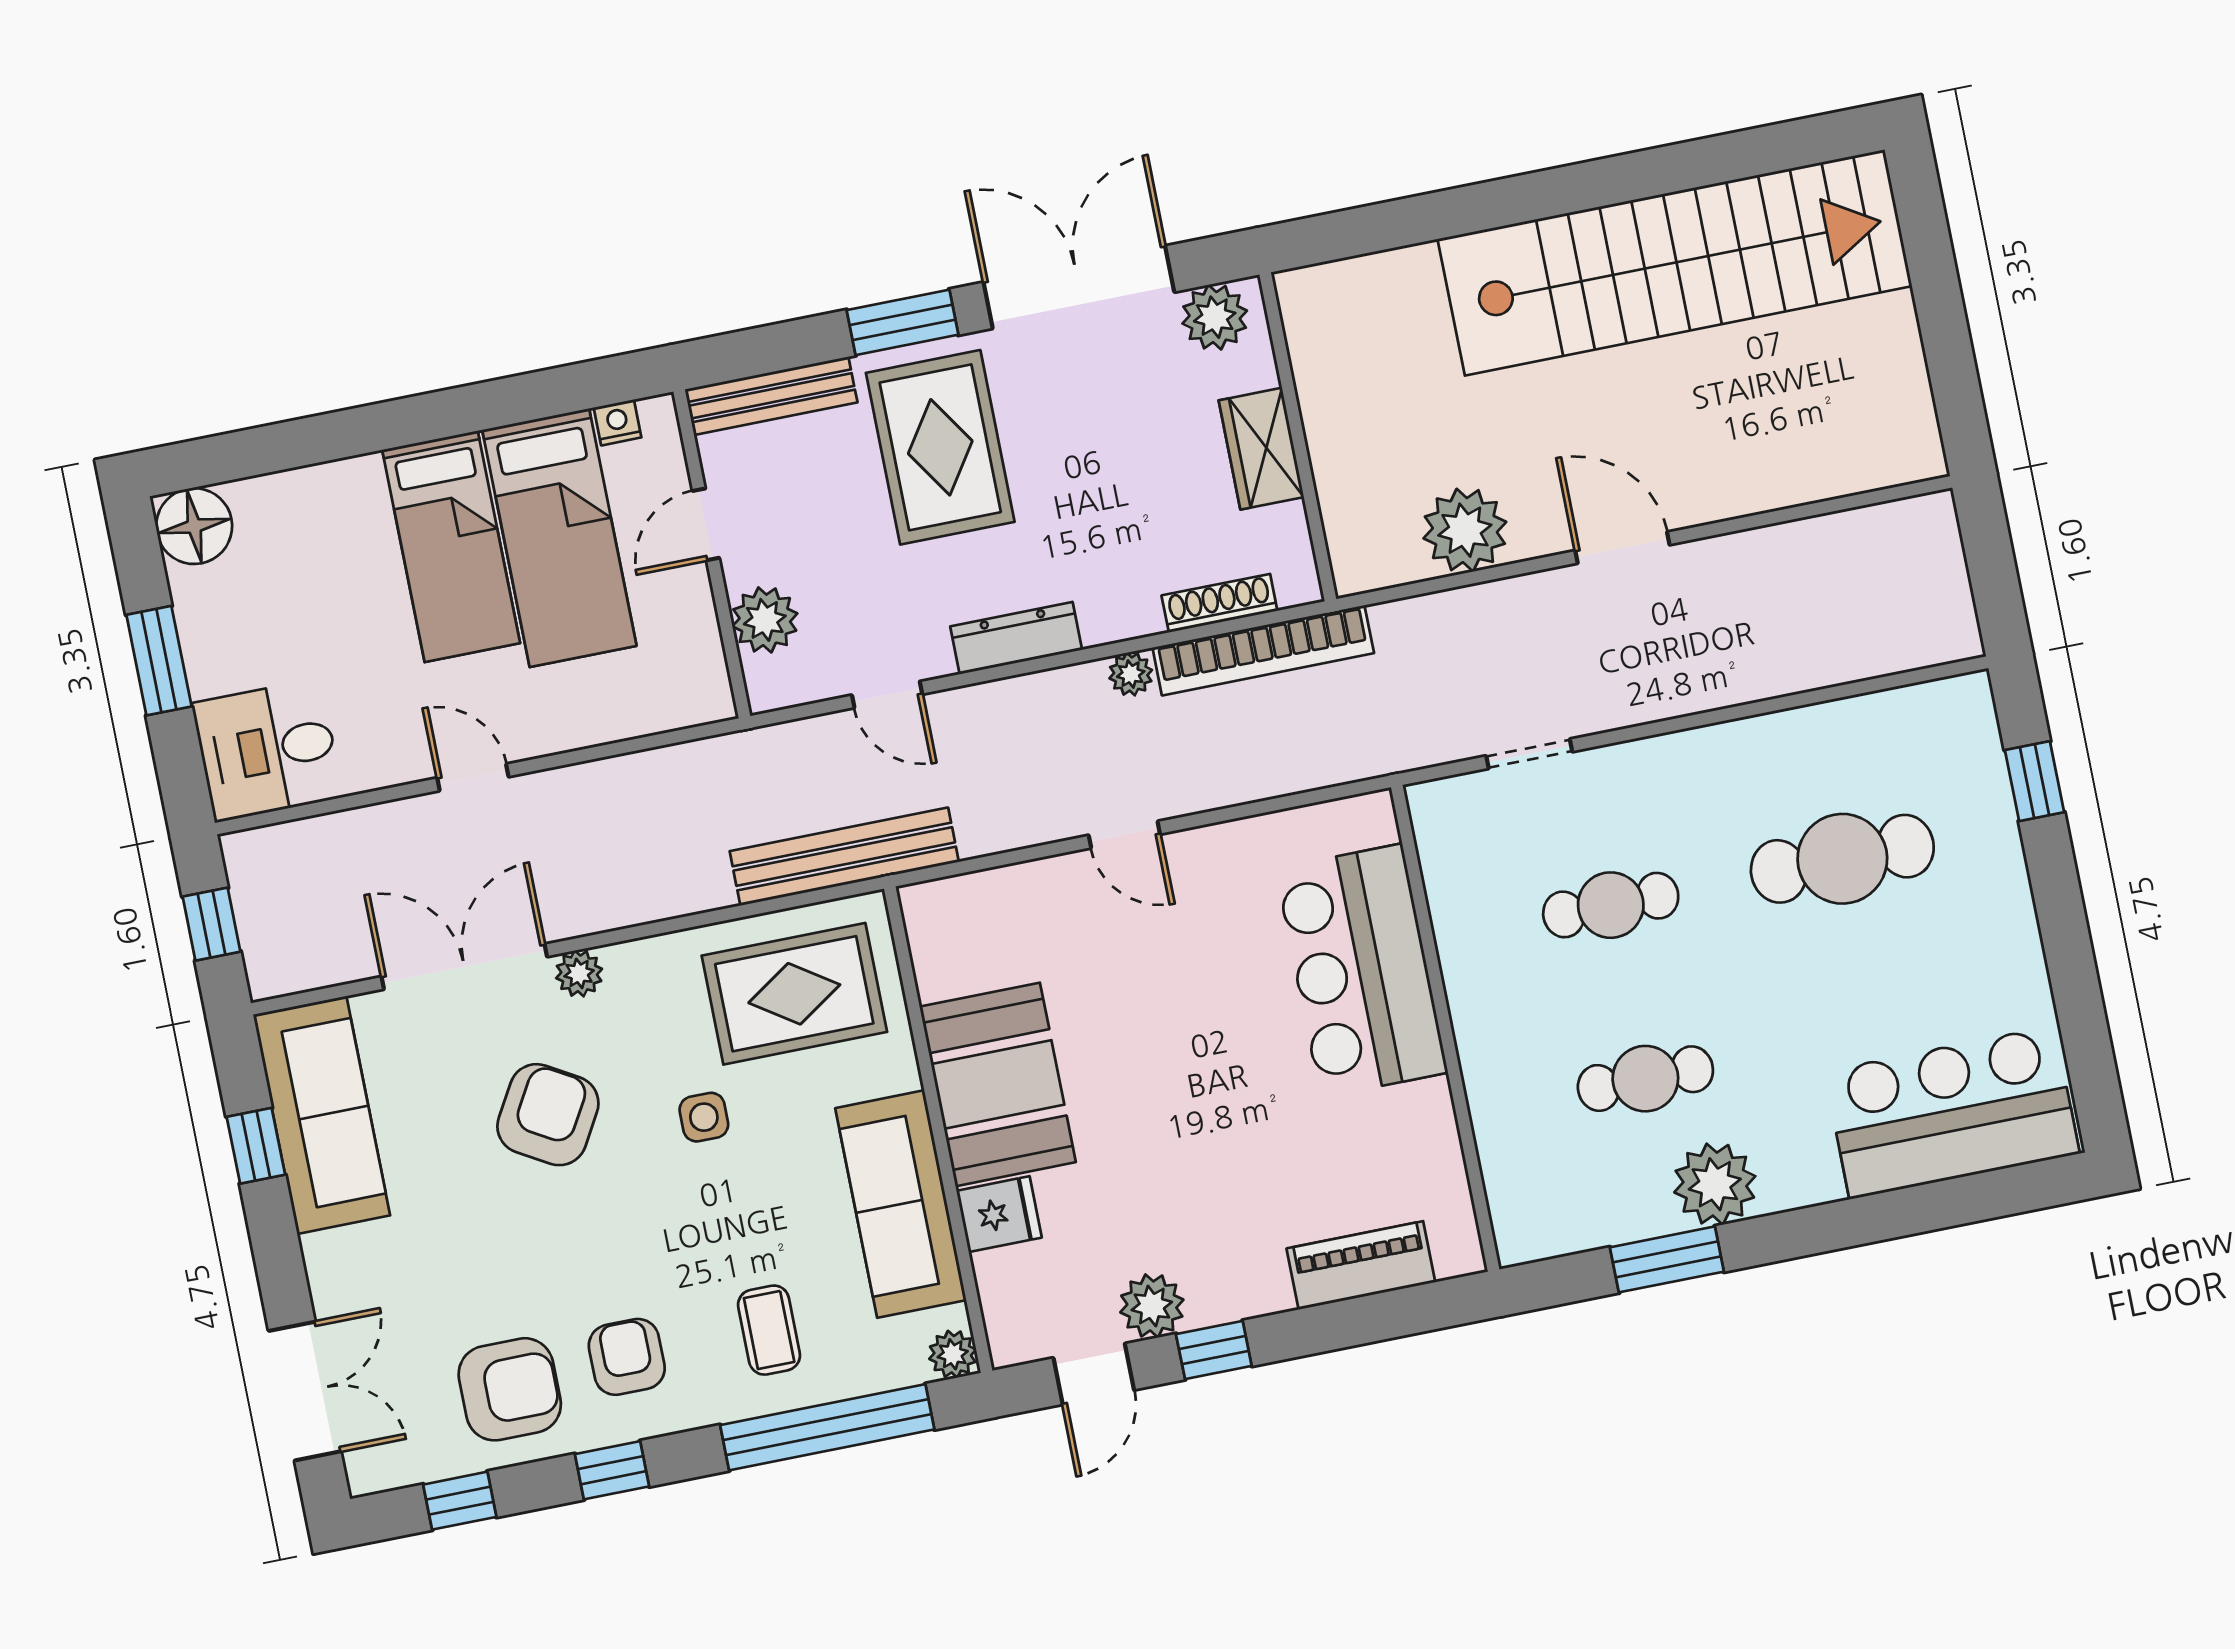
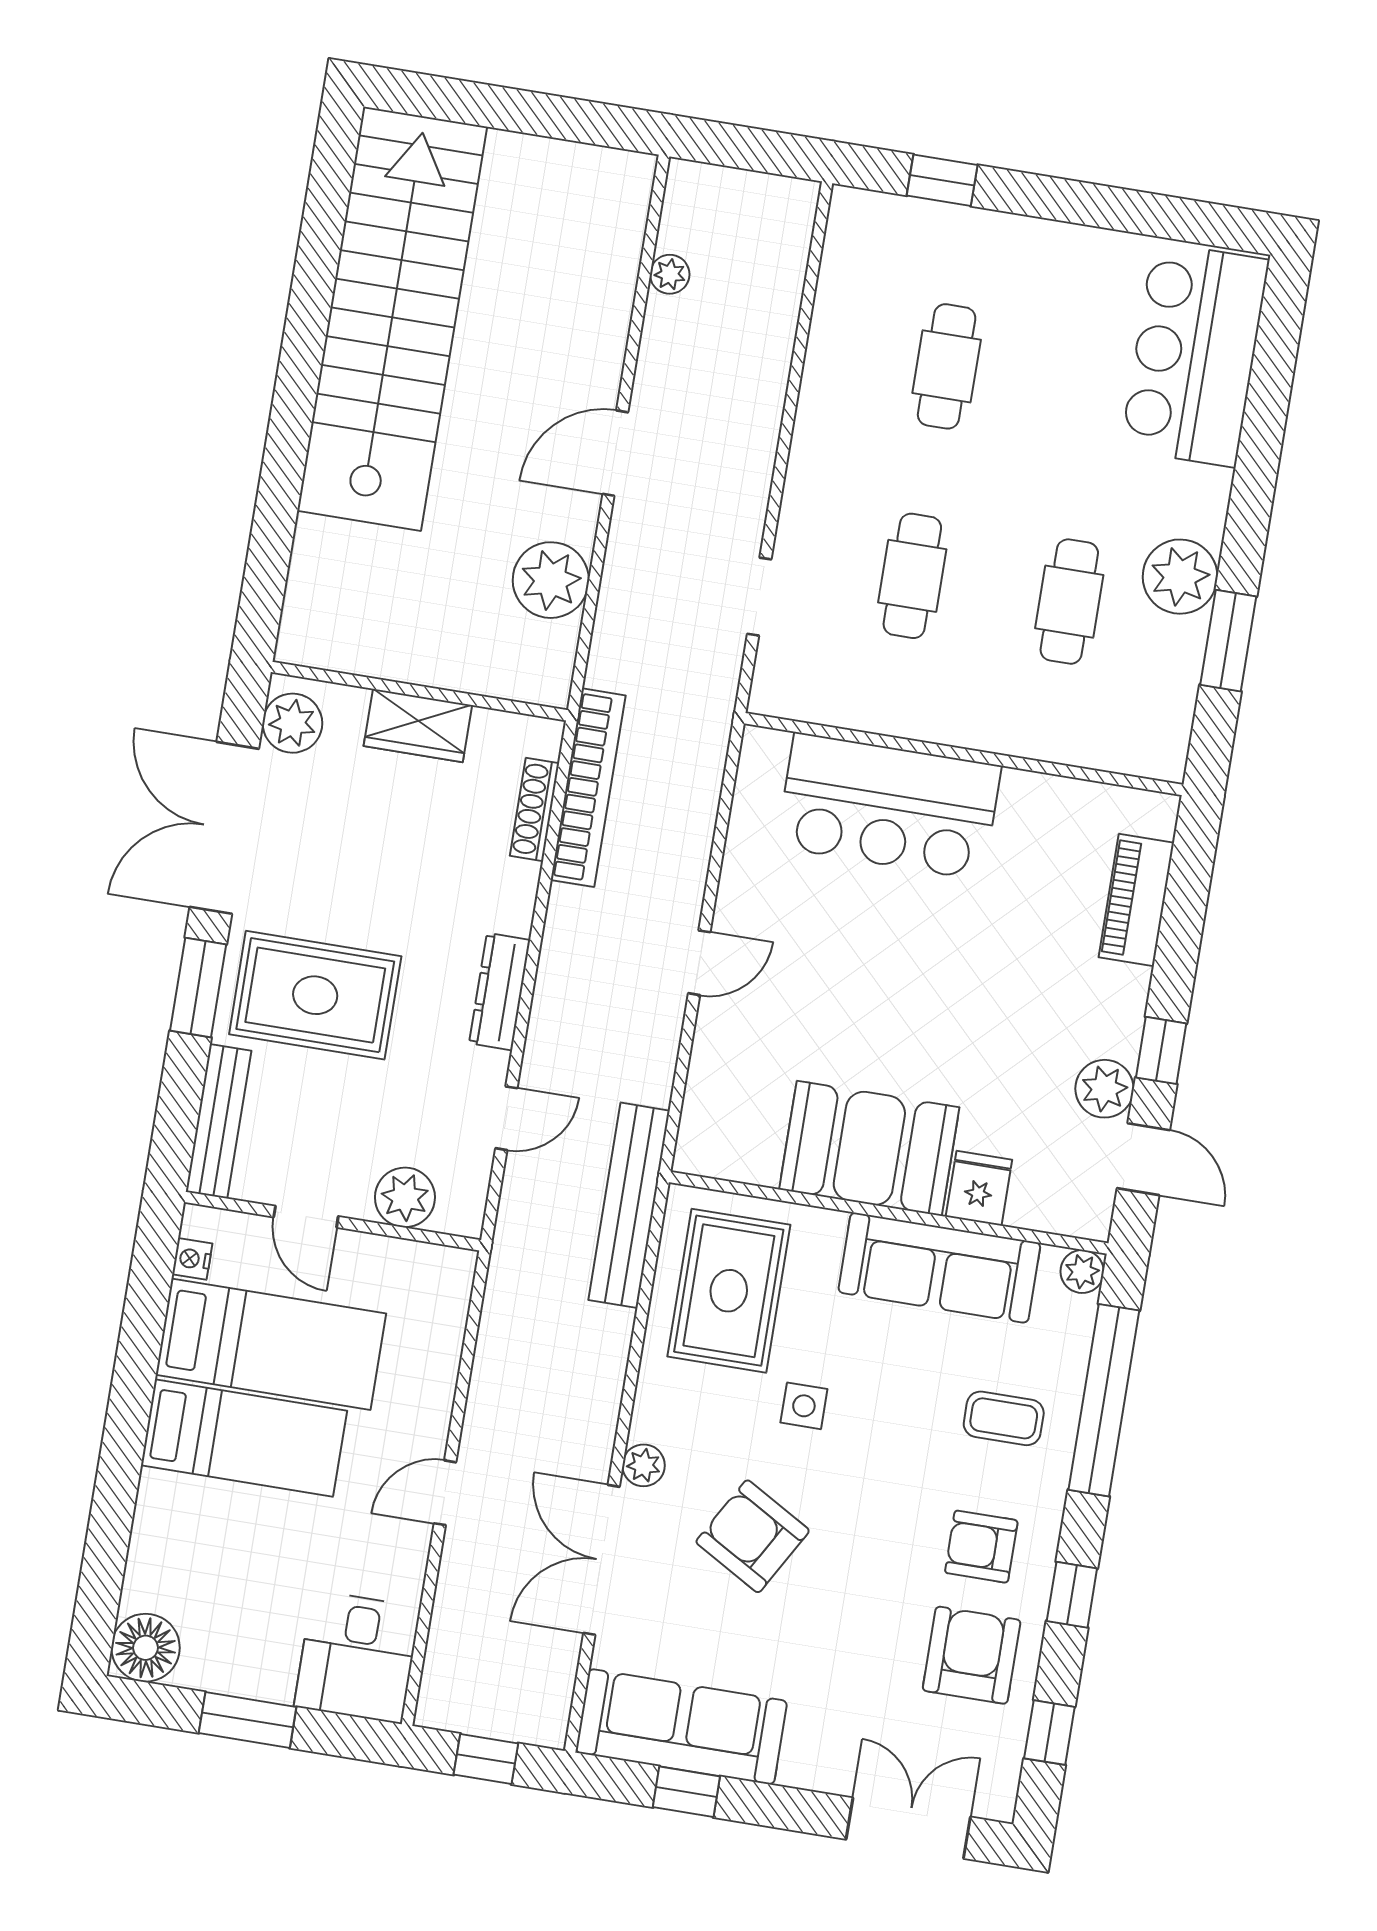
plant: (1131, 674) -> (670, 274), moved
cafe table: (1842, 859) -> (947, 366), width x0.73, depth x0.74

